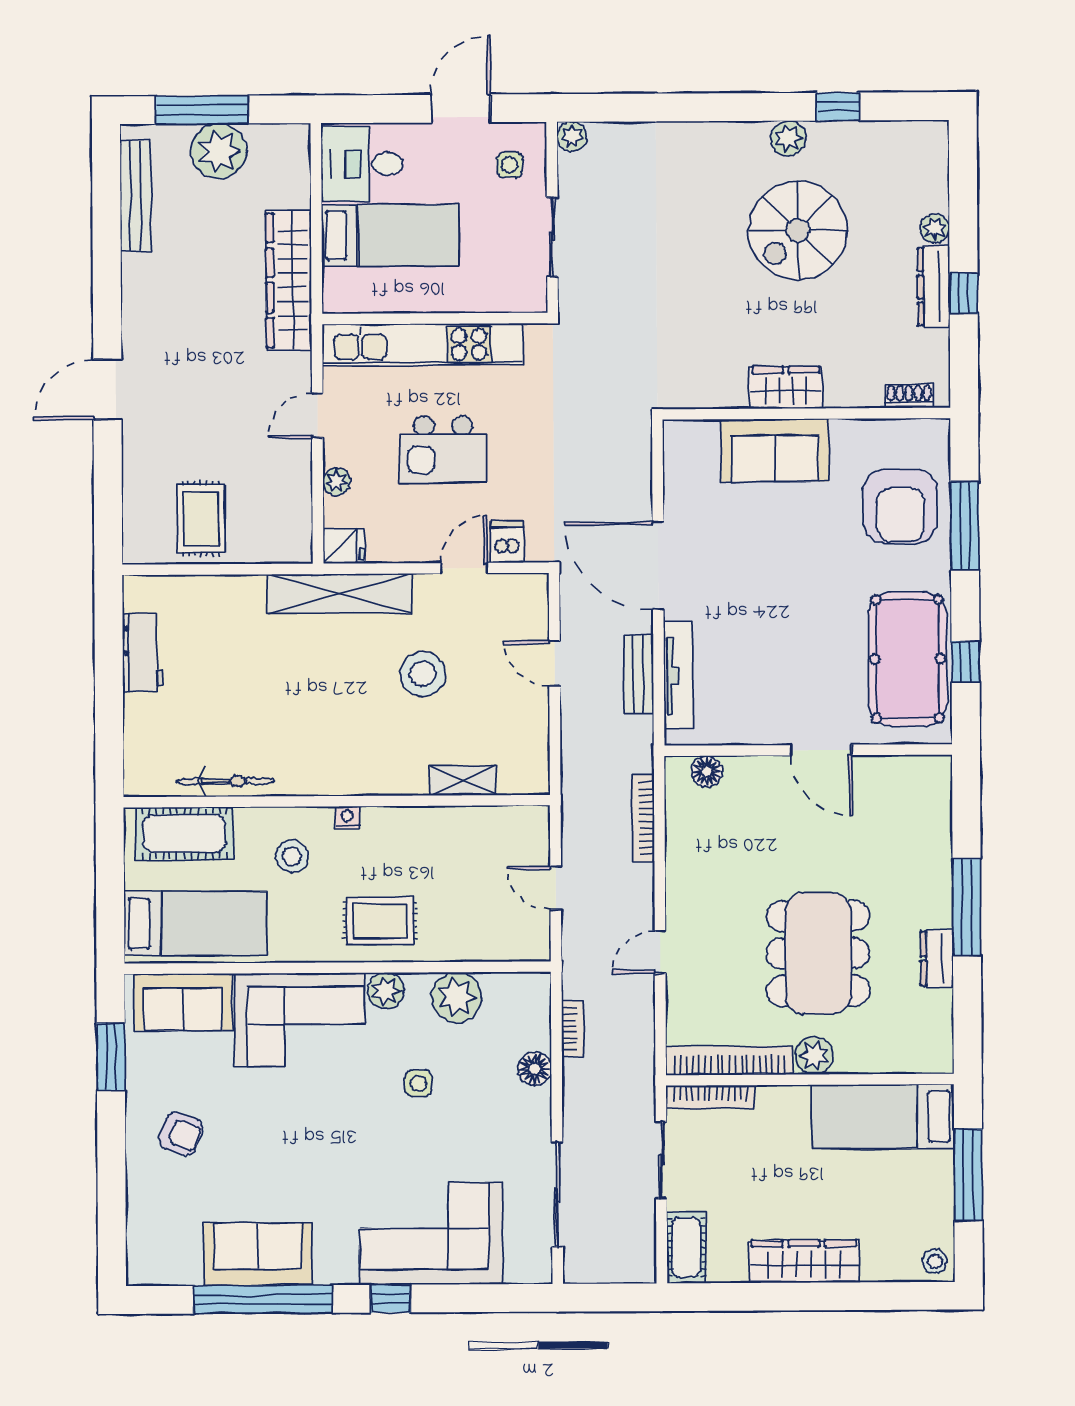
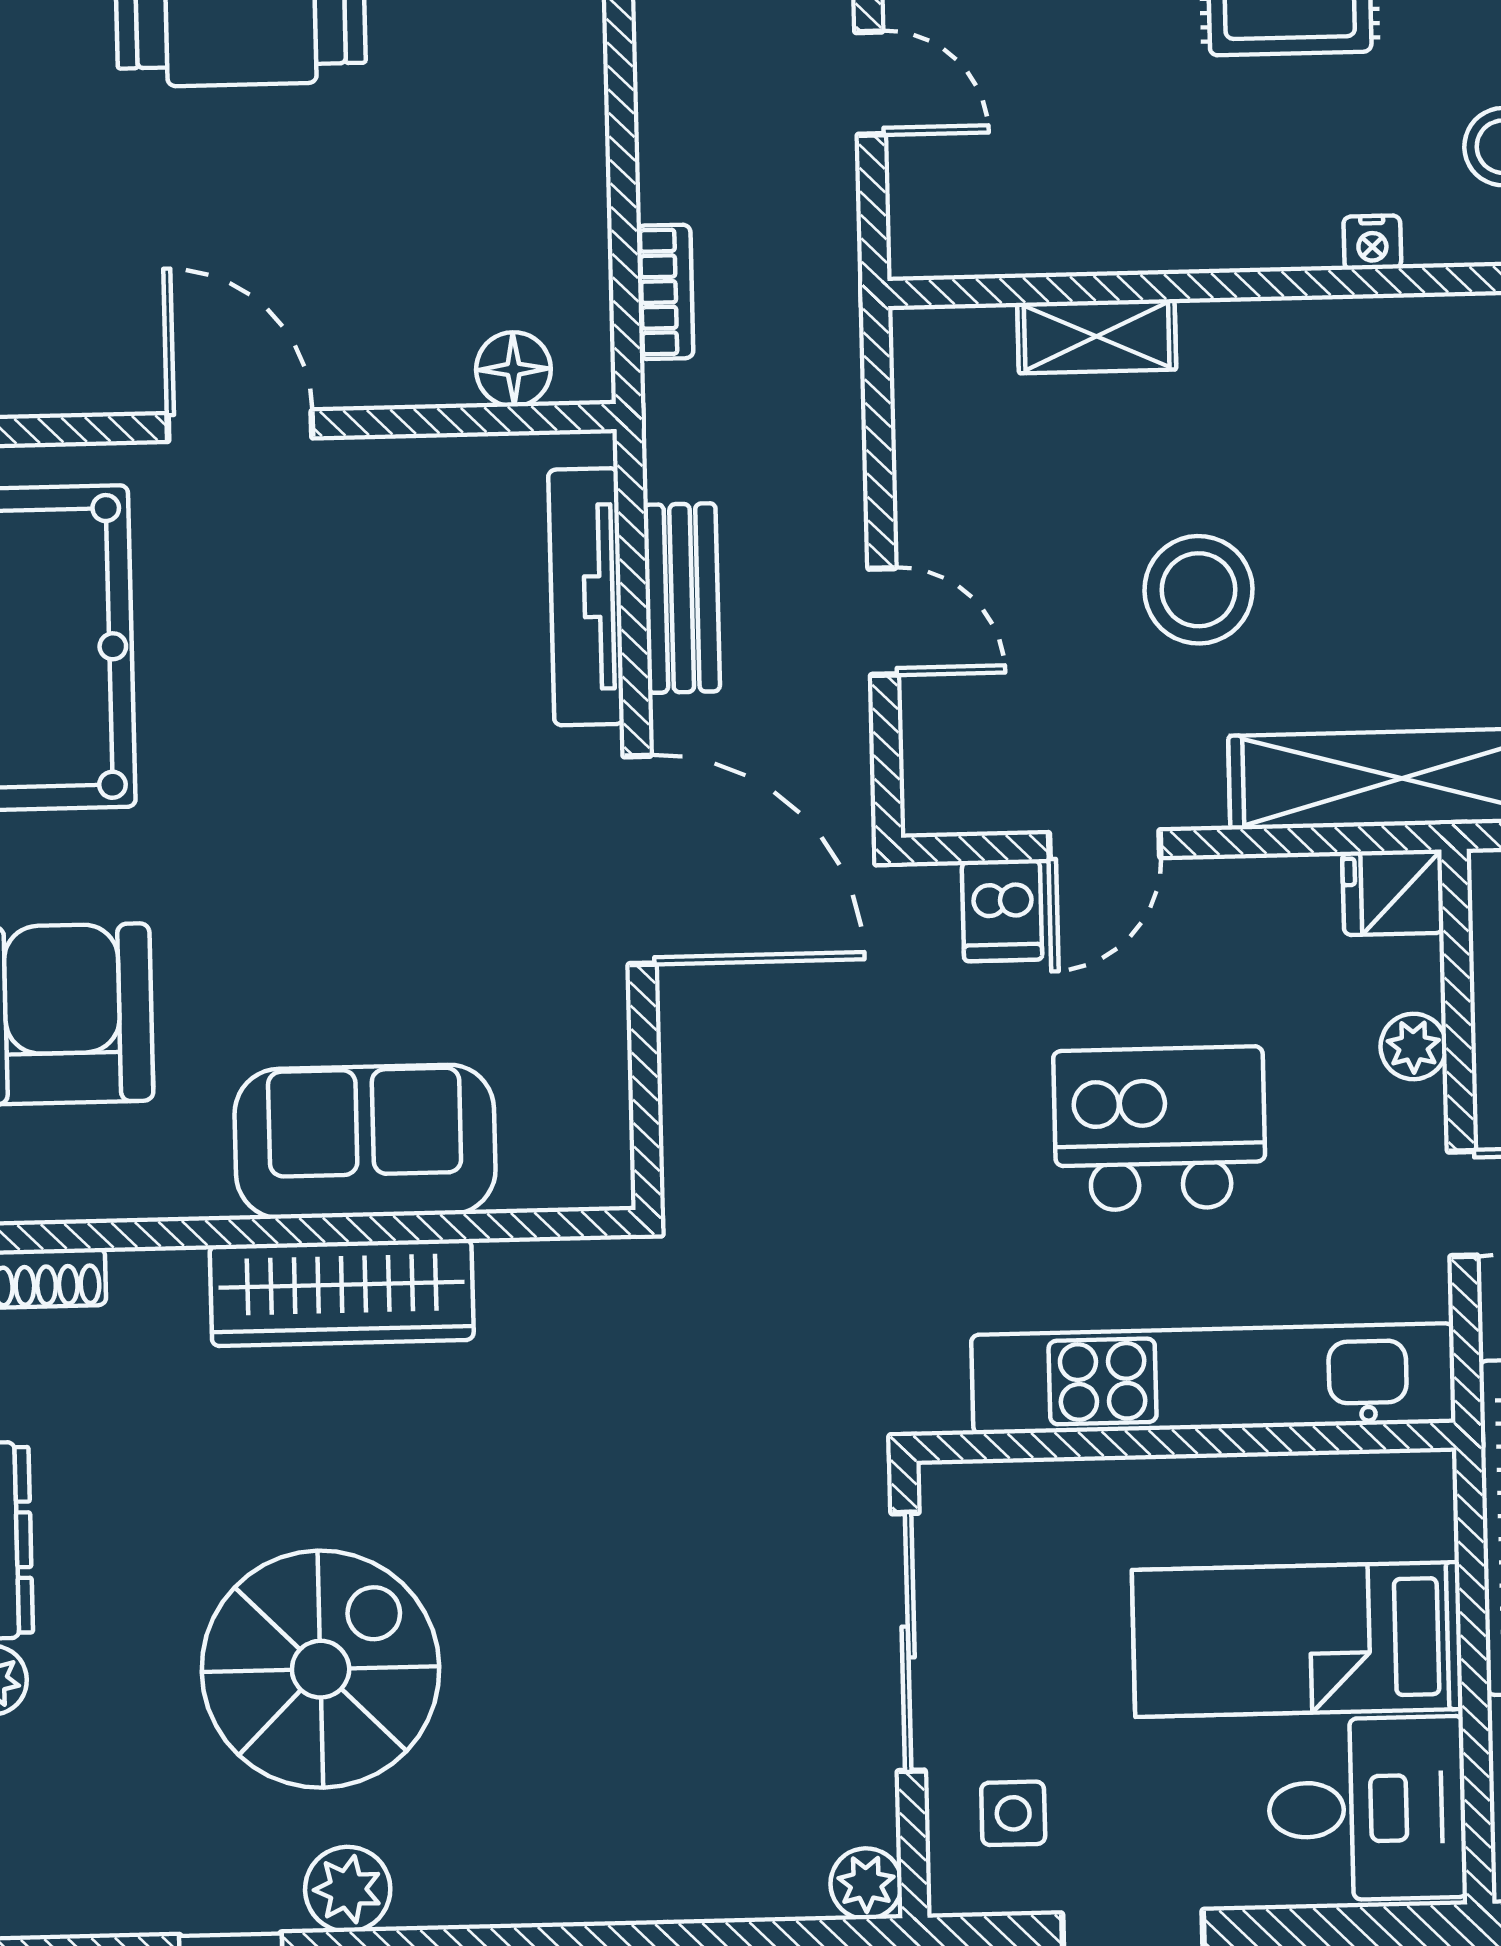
sliding door: (552, 237) -> (908, 1642), width x1.37
wardrobe: (786, 387) -> (342, 1293), width x1.50
bookcase: (643, 818) -> (665, 292), width x0.64

